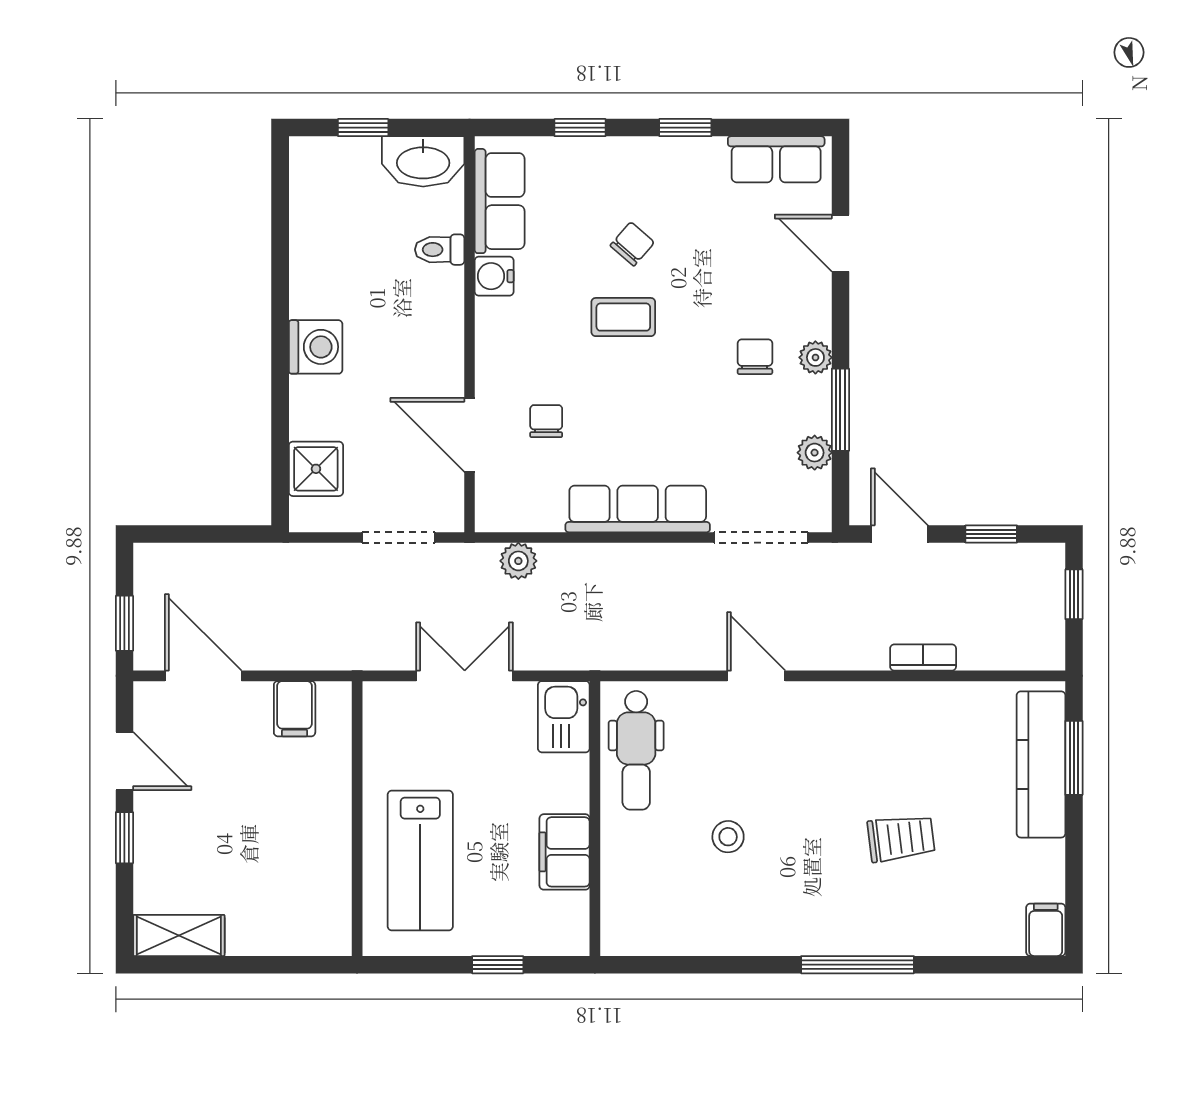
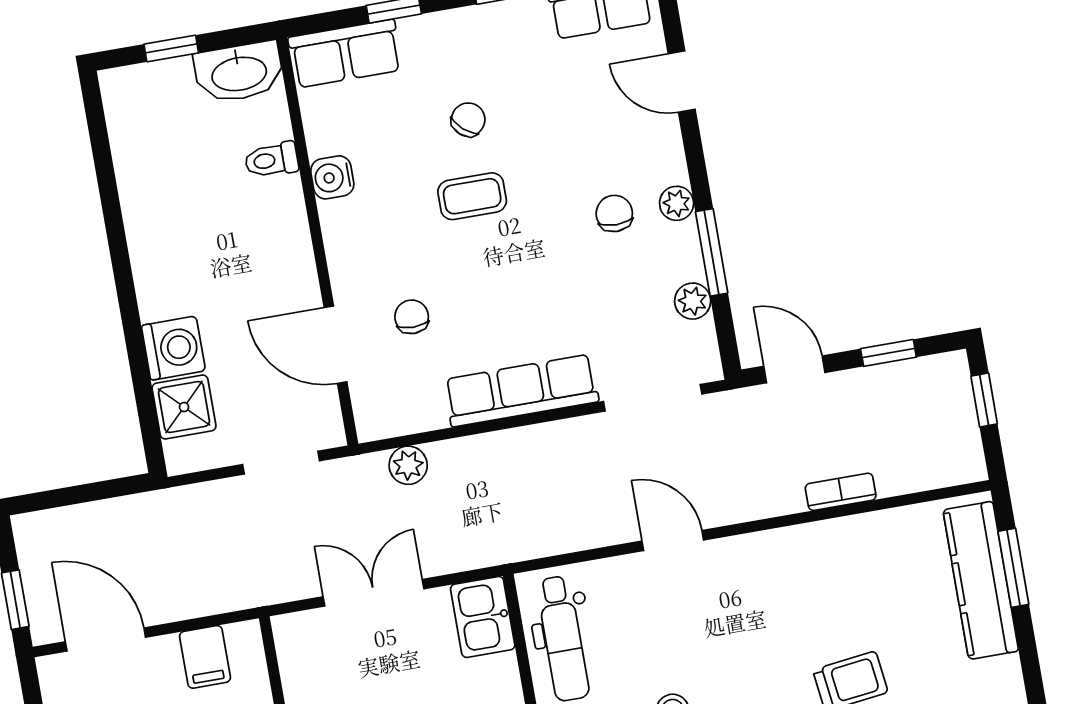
row of seats: (500, 201) -> (345, 54), moved, turned 90
washing machine: (316, 347) -> (173, 348), moved

